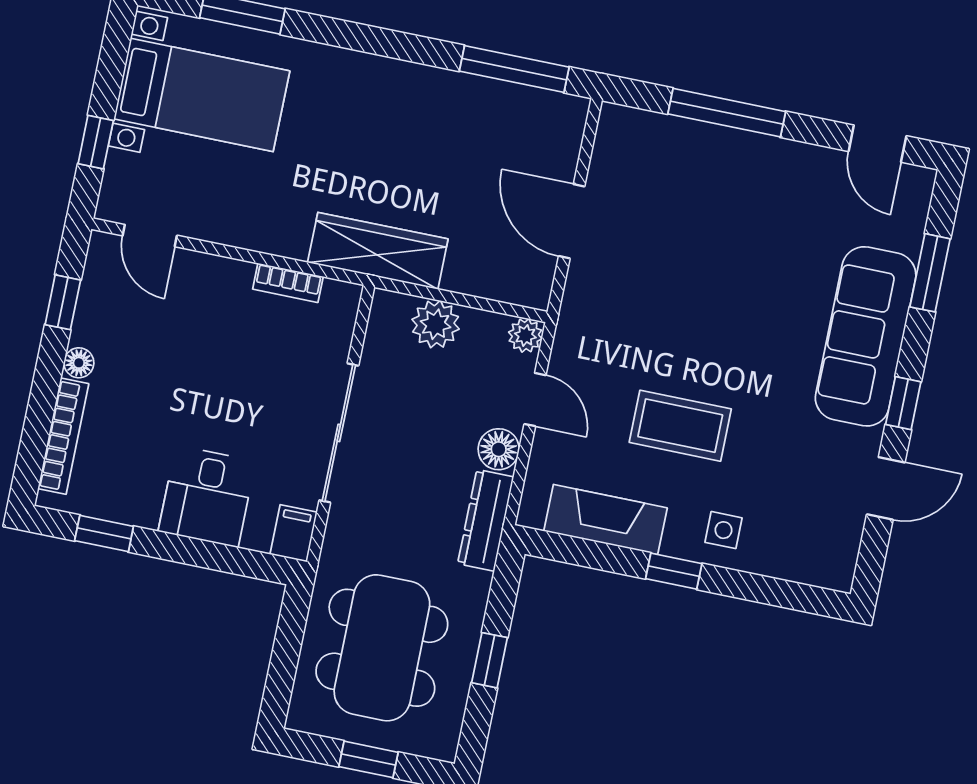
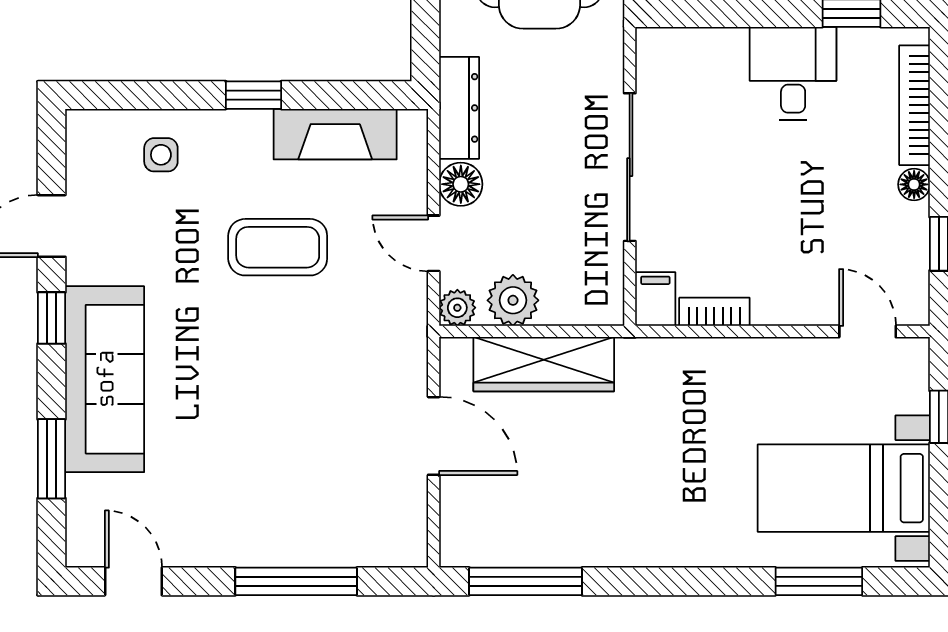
wardrobe: (378, 251) -> (544, 364), moved
plant: (436, 324) -> (513, 300), moved
desk: (207, 496) -> (793, 73), moved
side table: (723, 530) -> (161, 155), moved
filing cabinet: (294, 533) -> (655, 299), moved, turned 180

